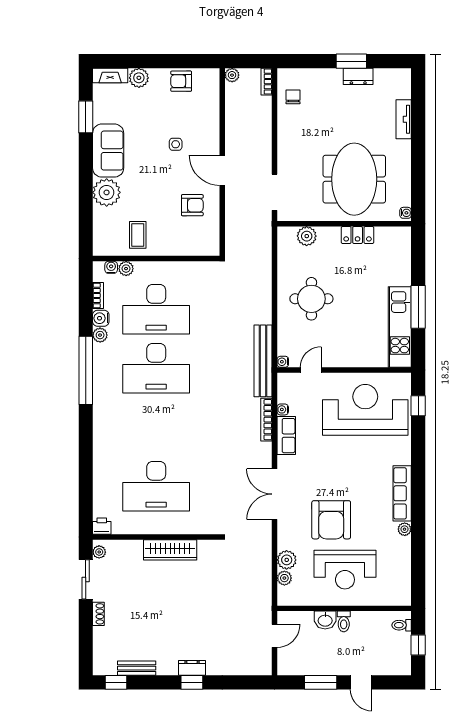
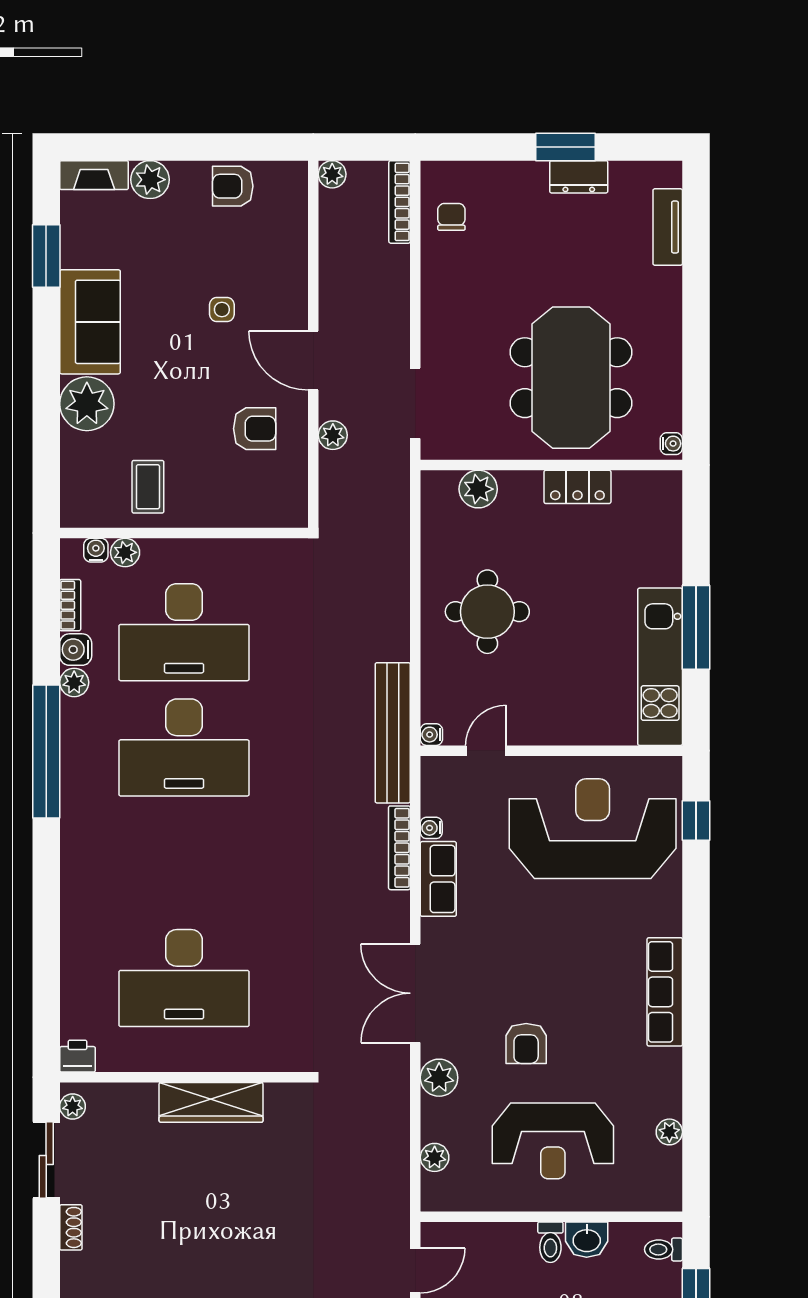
bookcase: (267, 82) -> (400, 202), width x1.56
tv unit: (404, 119) -> (668, 227), moved
plant: (232, 209) -> (333, 435), added
armchair: (331, 520) -> (526, 1043), width x0.53, depth x0.53
plant: (405, 529) -> (669, 1132), moved
plant: (287, 560) -> (439, 1078), moved
washbasin: (325, 620) -> (587, 1240), moved

